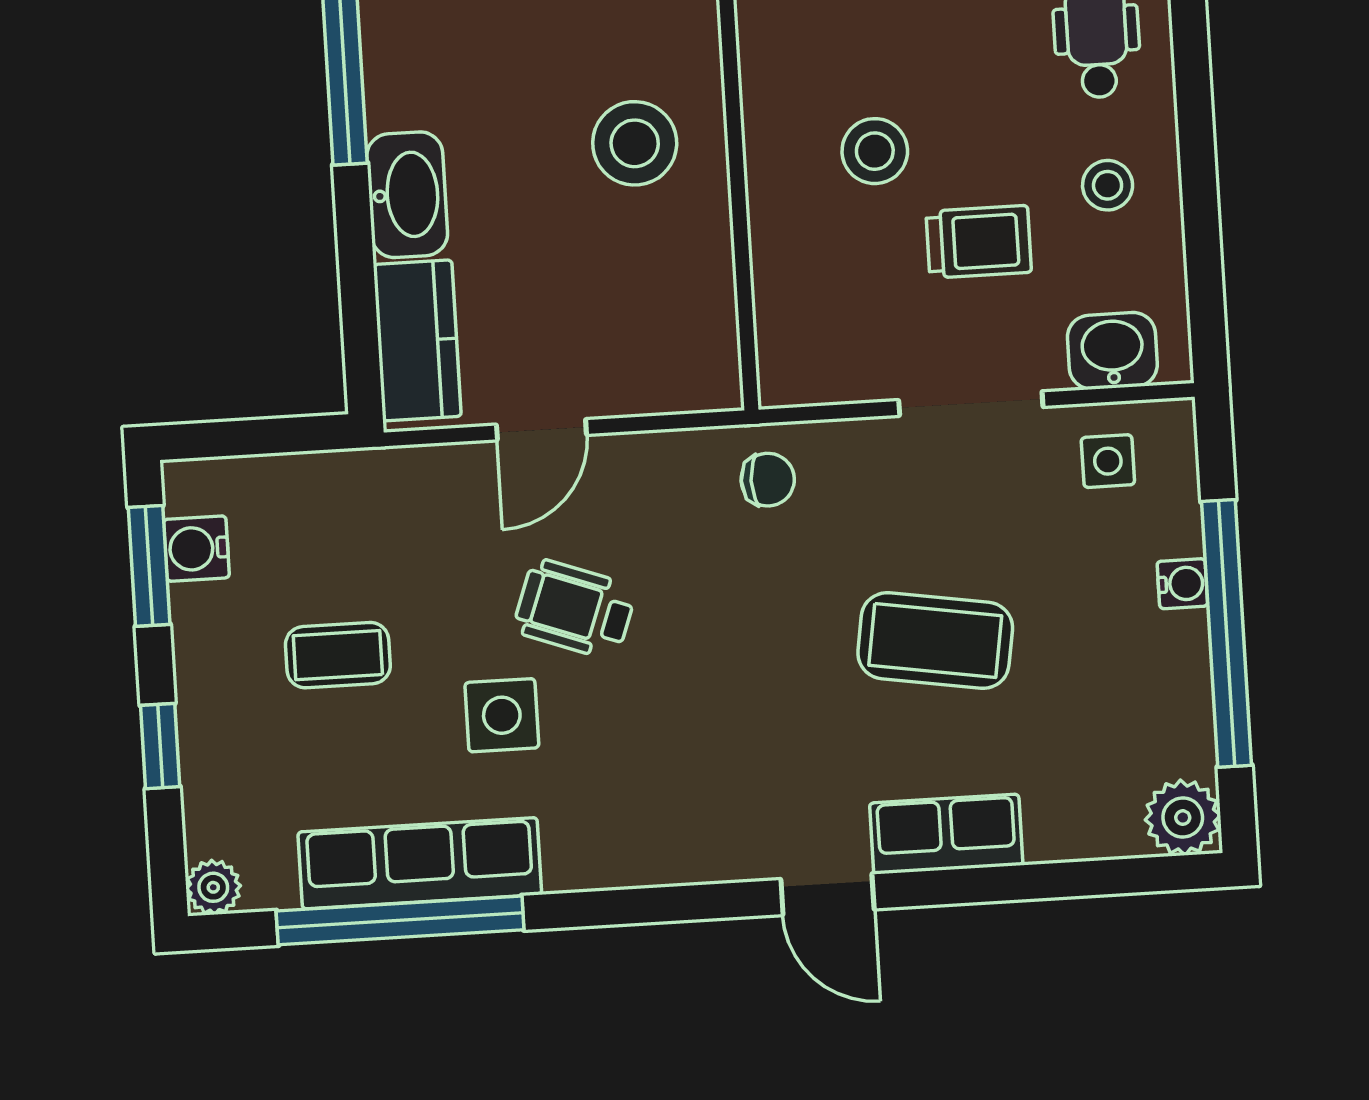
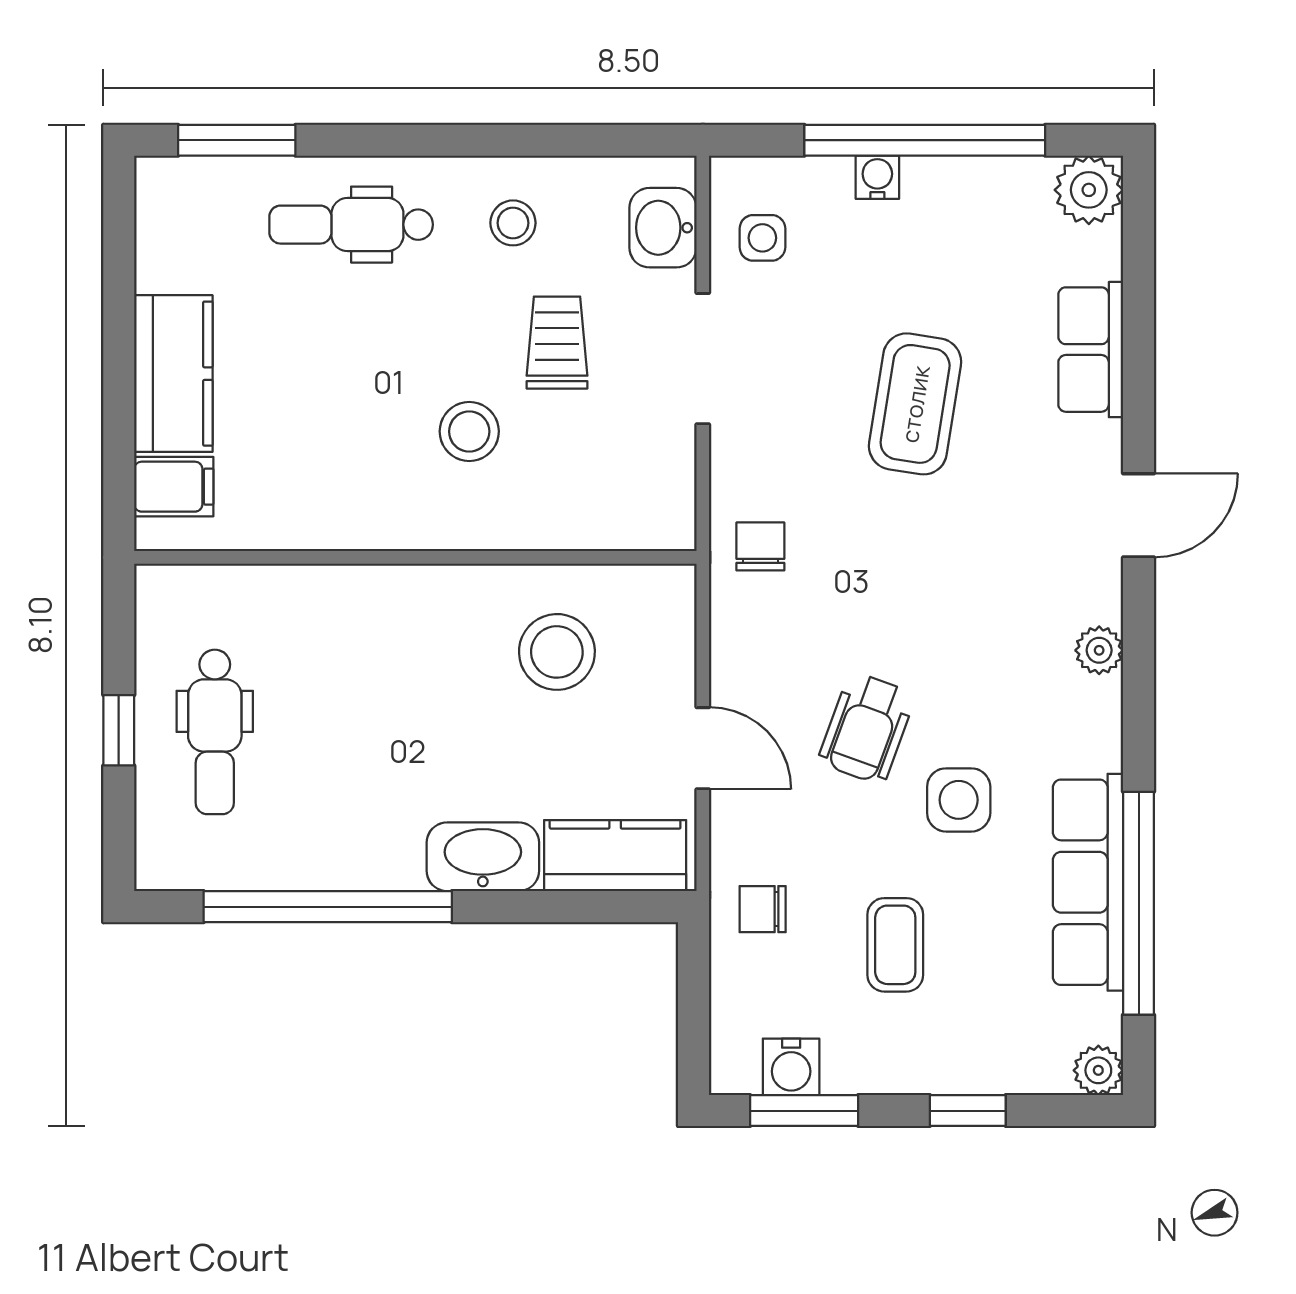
stool: (635, 143) -> (557, 652), moved
chair: (368, 507) -> (763, 909), added
row of seats: (946, 834) -> (1091, 350), moved
plant: (676, 860) -> (1099, 650), added

